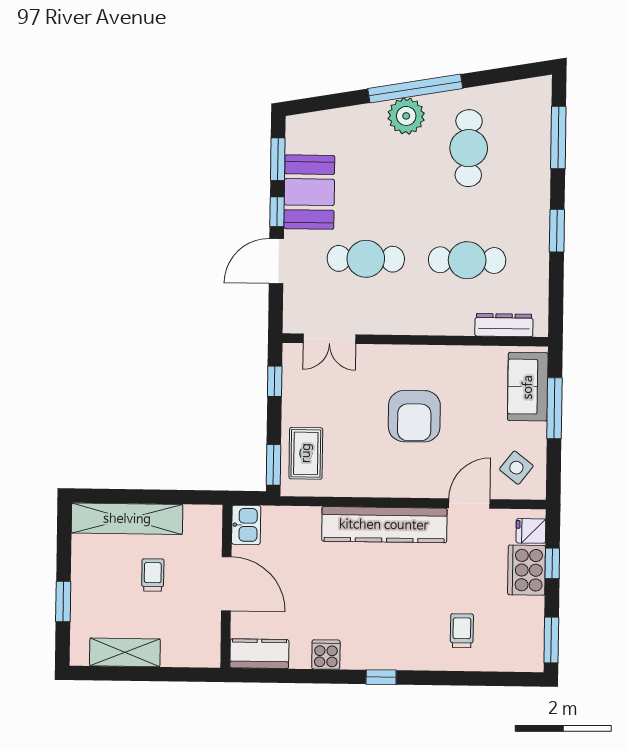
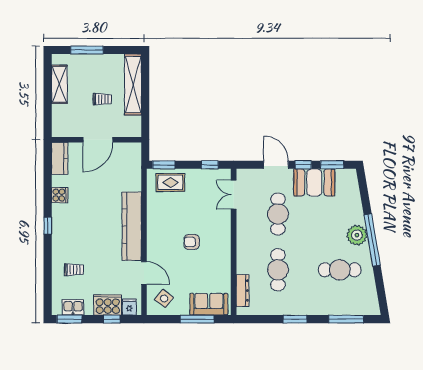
armchair: (414, 416) -> (192, 242), width x0.53, depth x0.53
kitchen sink: (246, 525) -> (73, 307), moved, turned 180
window: (63, 602) -> (87, 50), width x1.44

